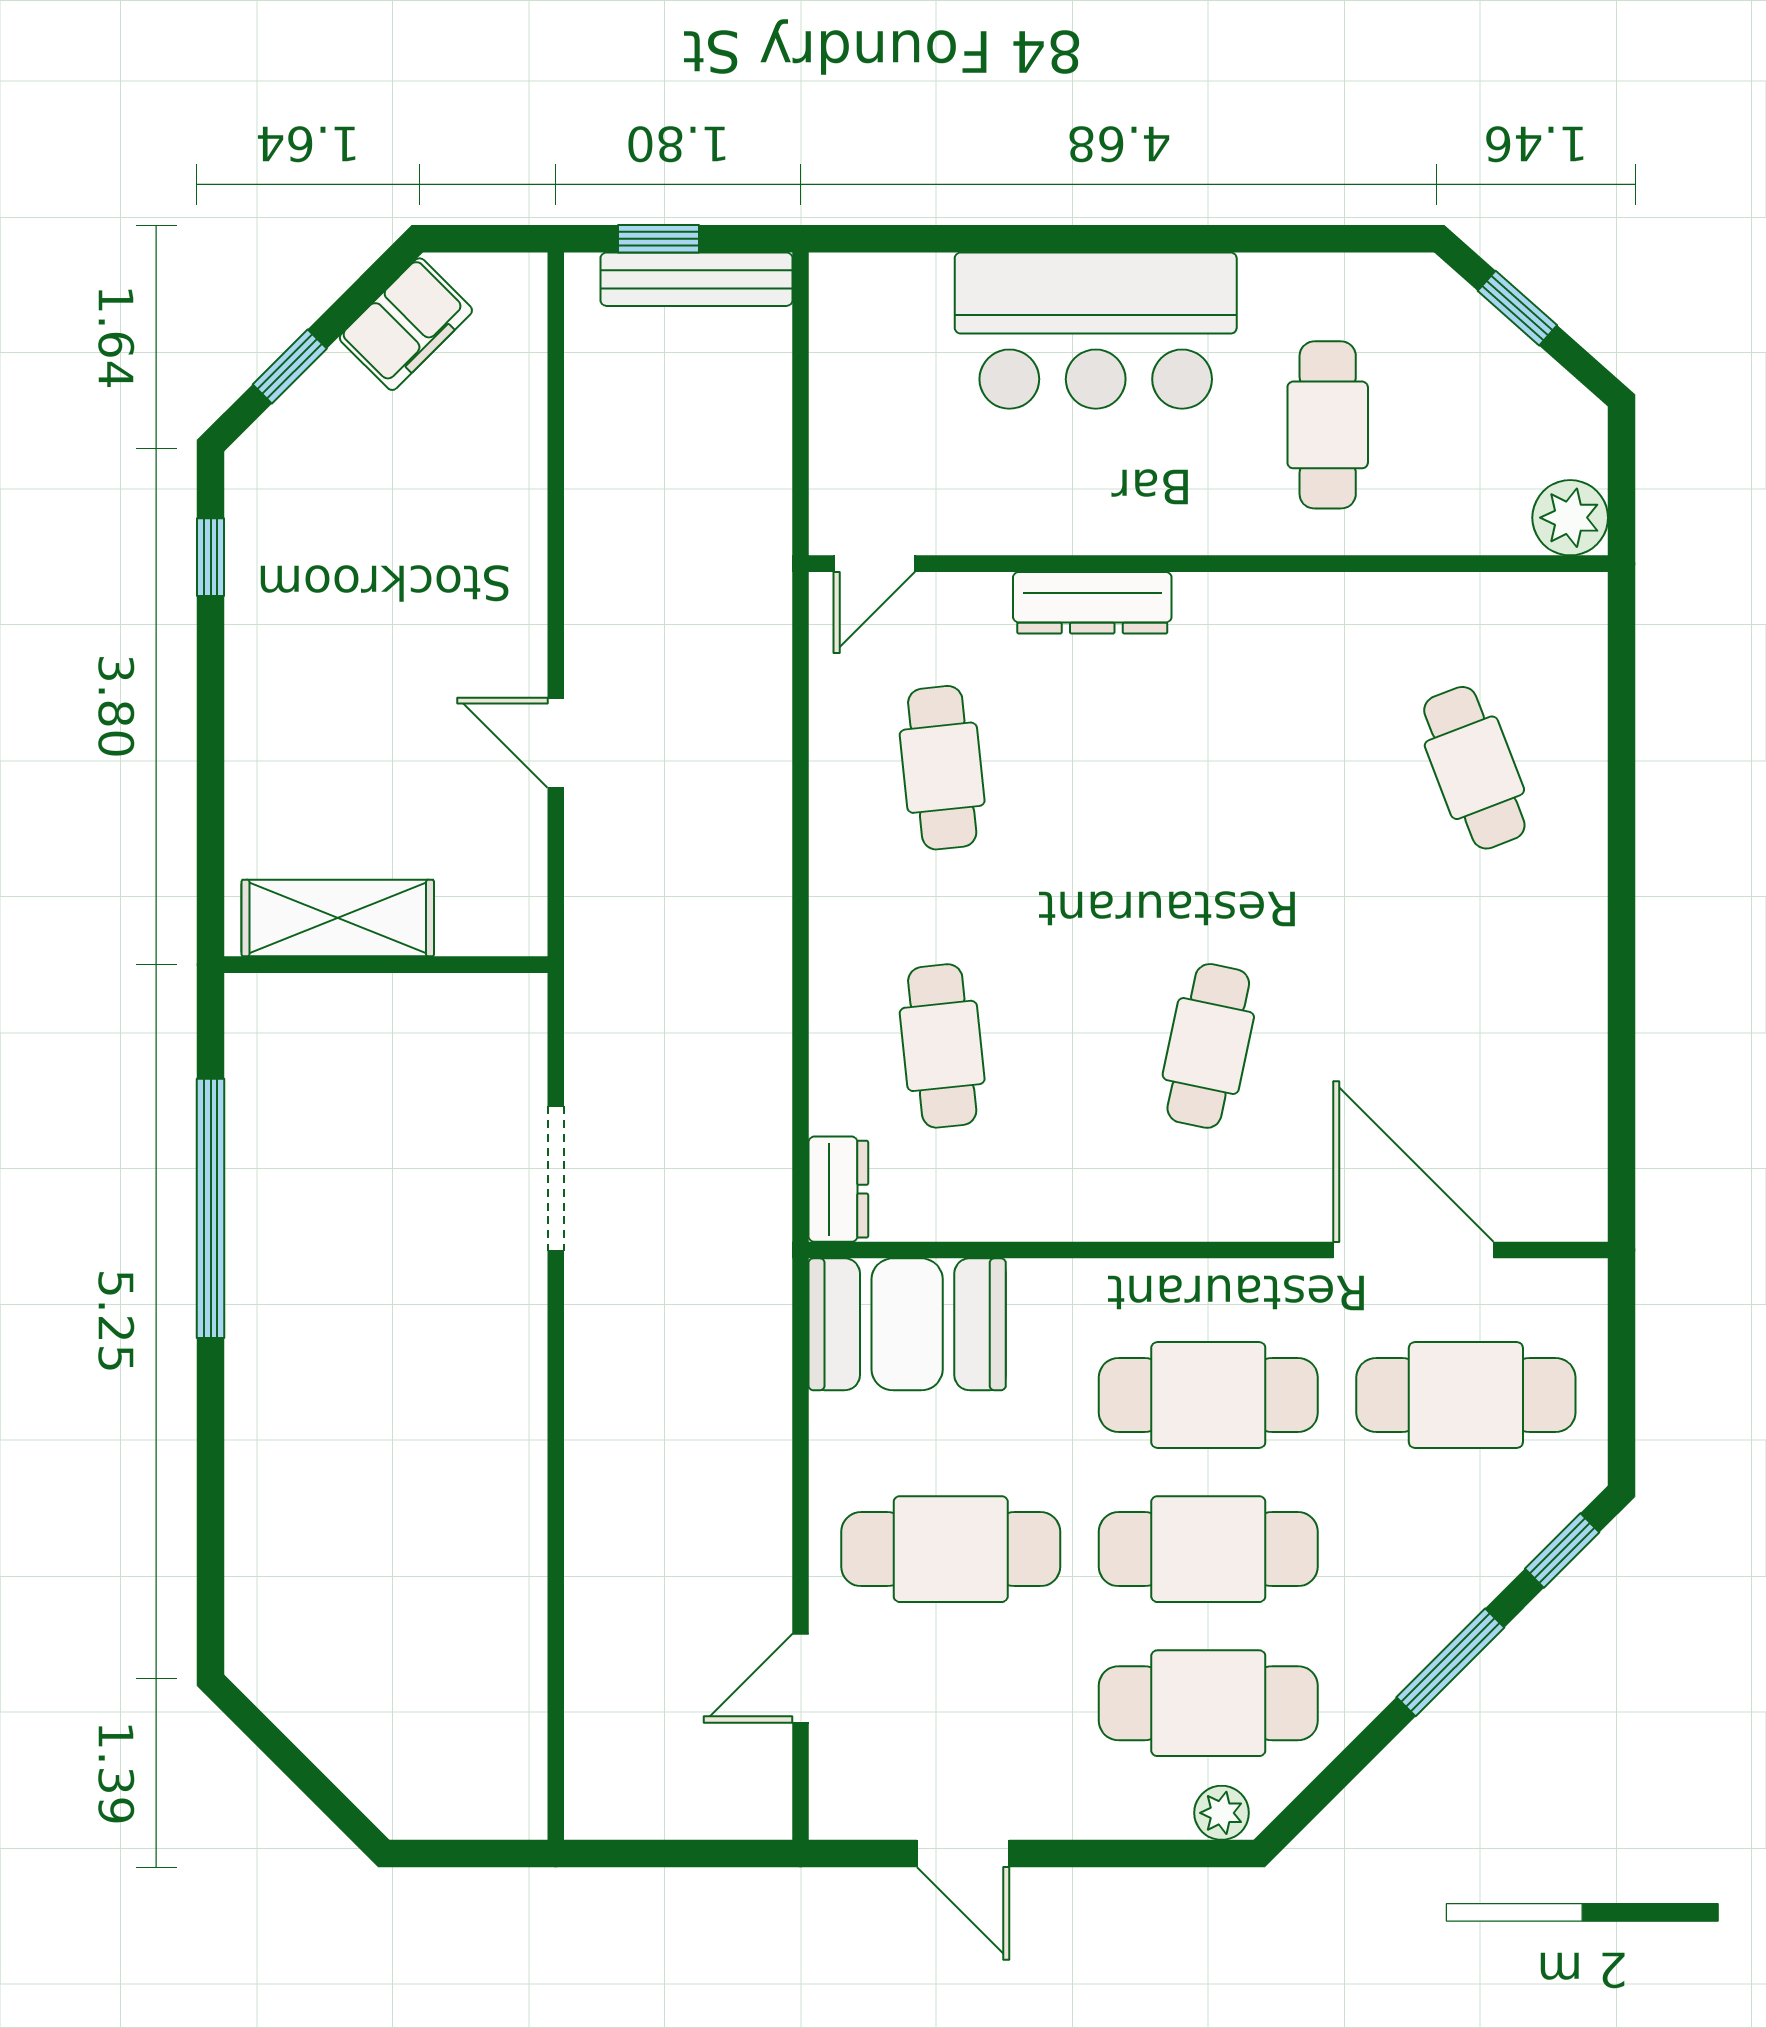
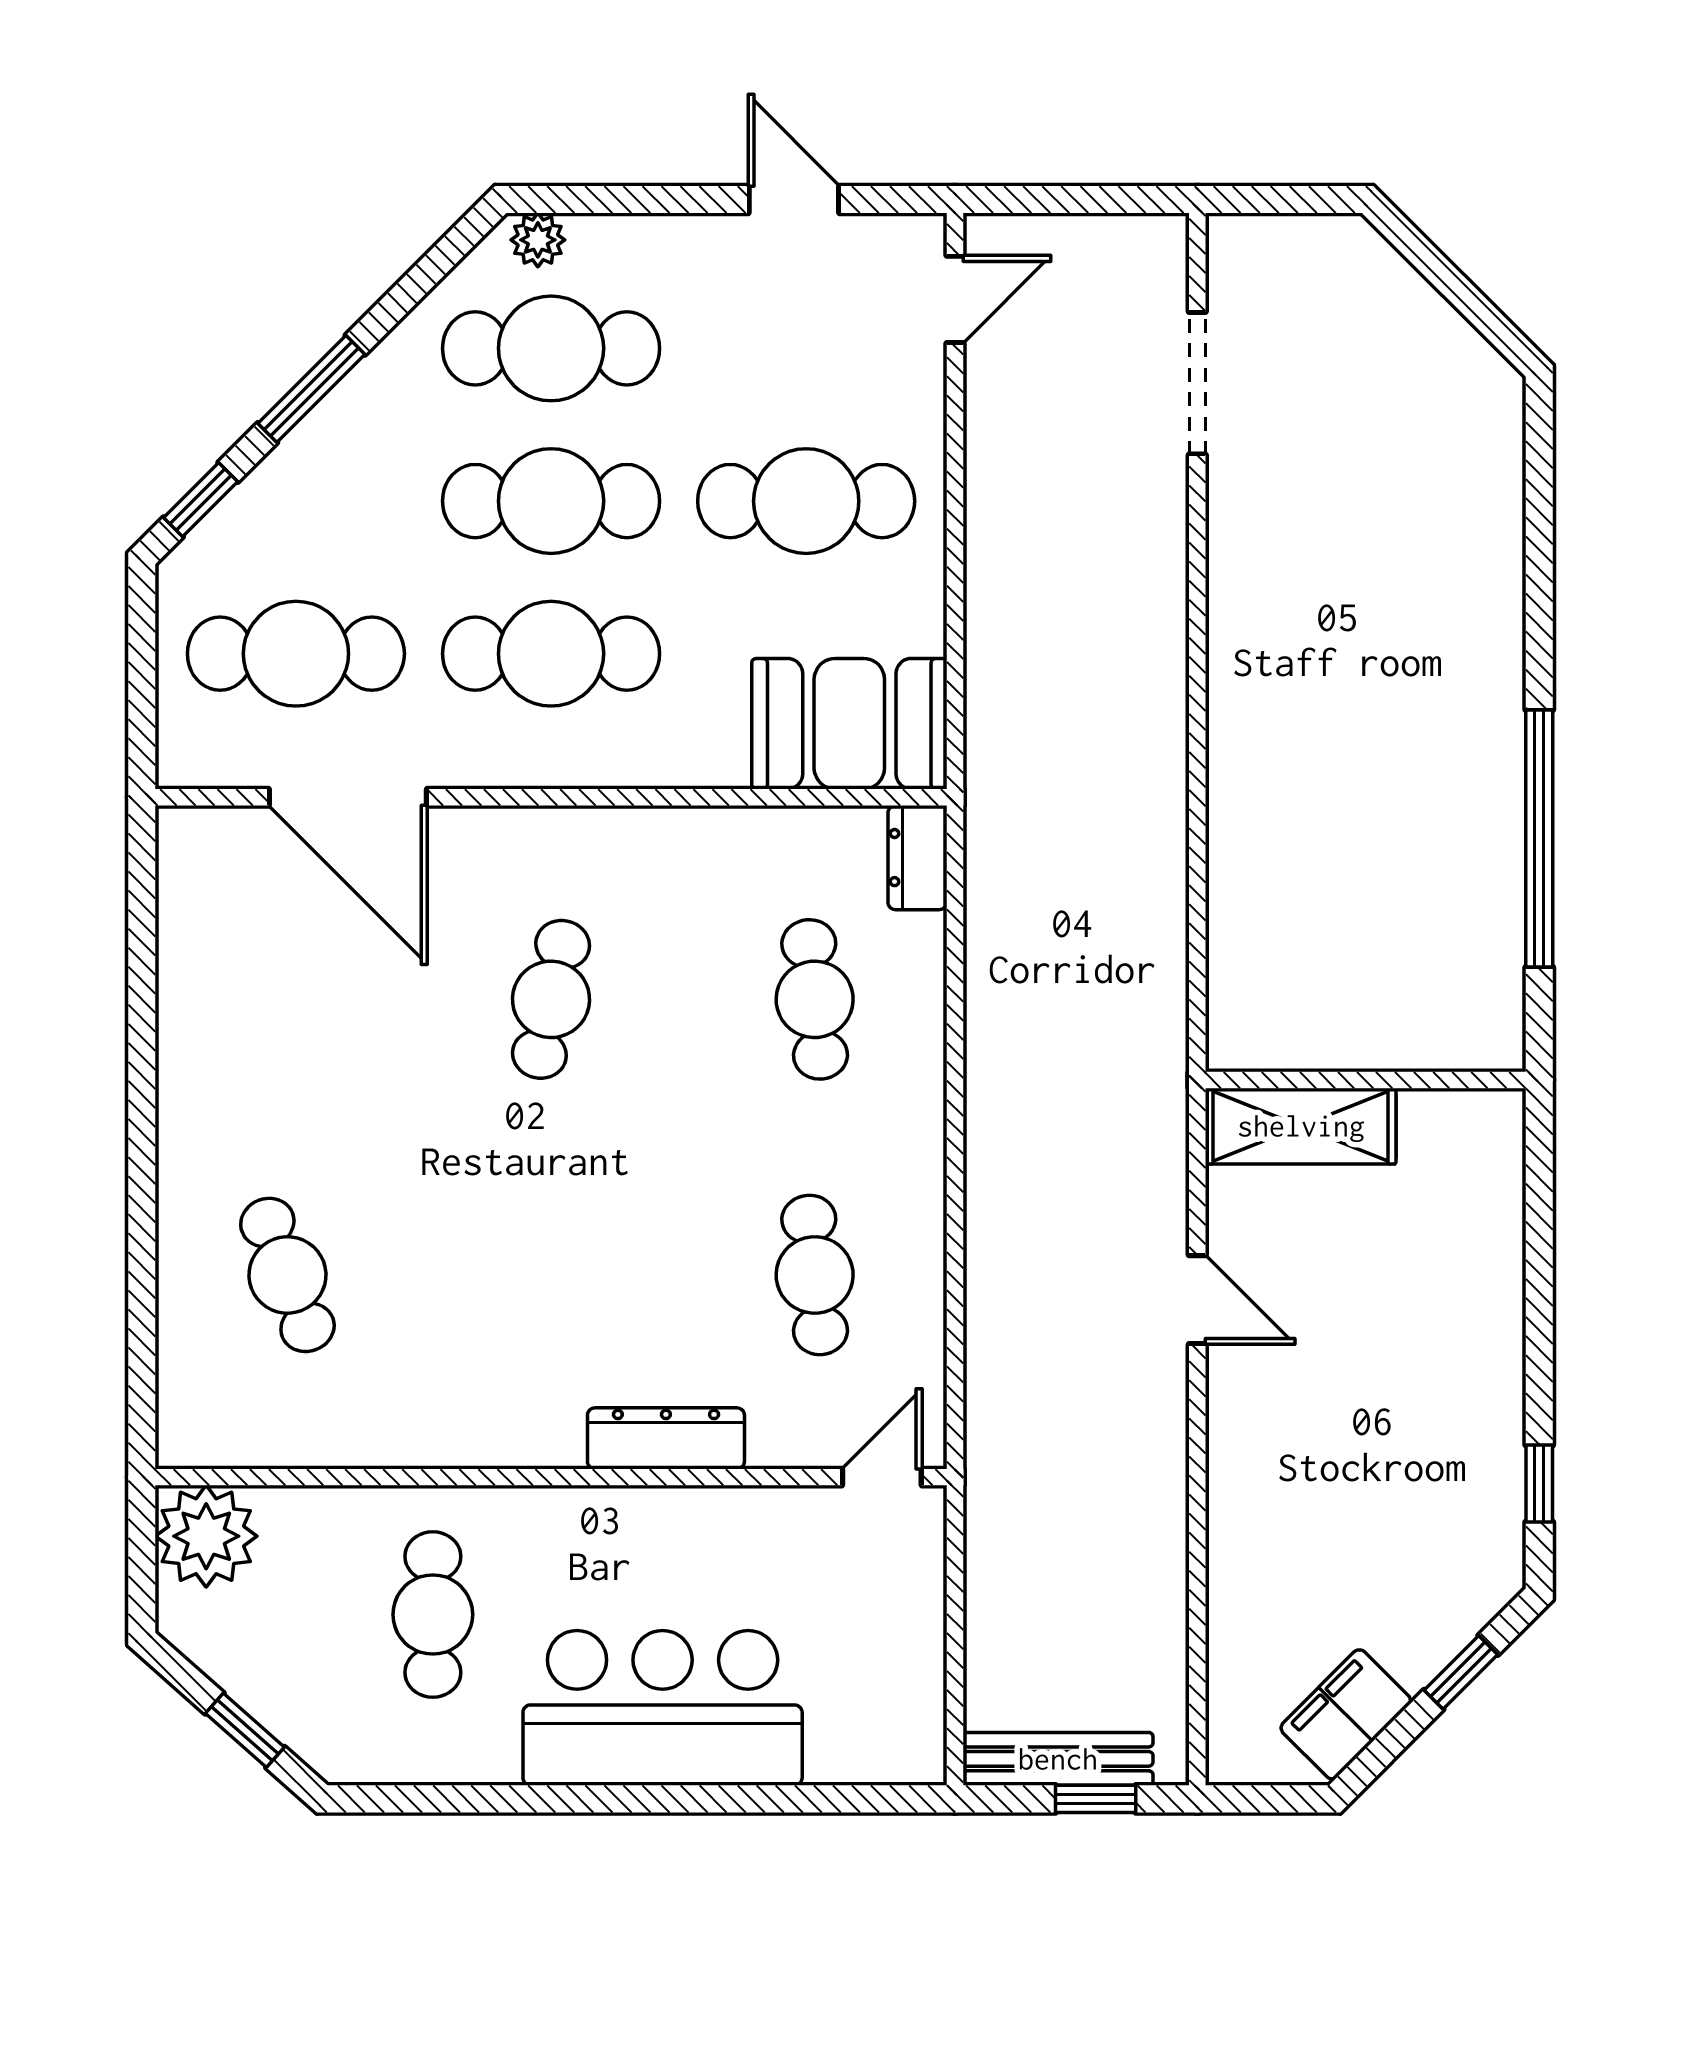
plant: (1570, 518) -> (206, 1536), width x1.36, depth x1.36
shelving: (338, 918) -> (1301, 1126), moved
doorway: (556, 1179) -> (1197, 383), moved
door: (801, 1678) -> (955, 299), moved

